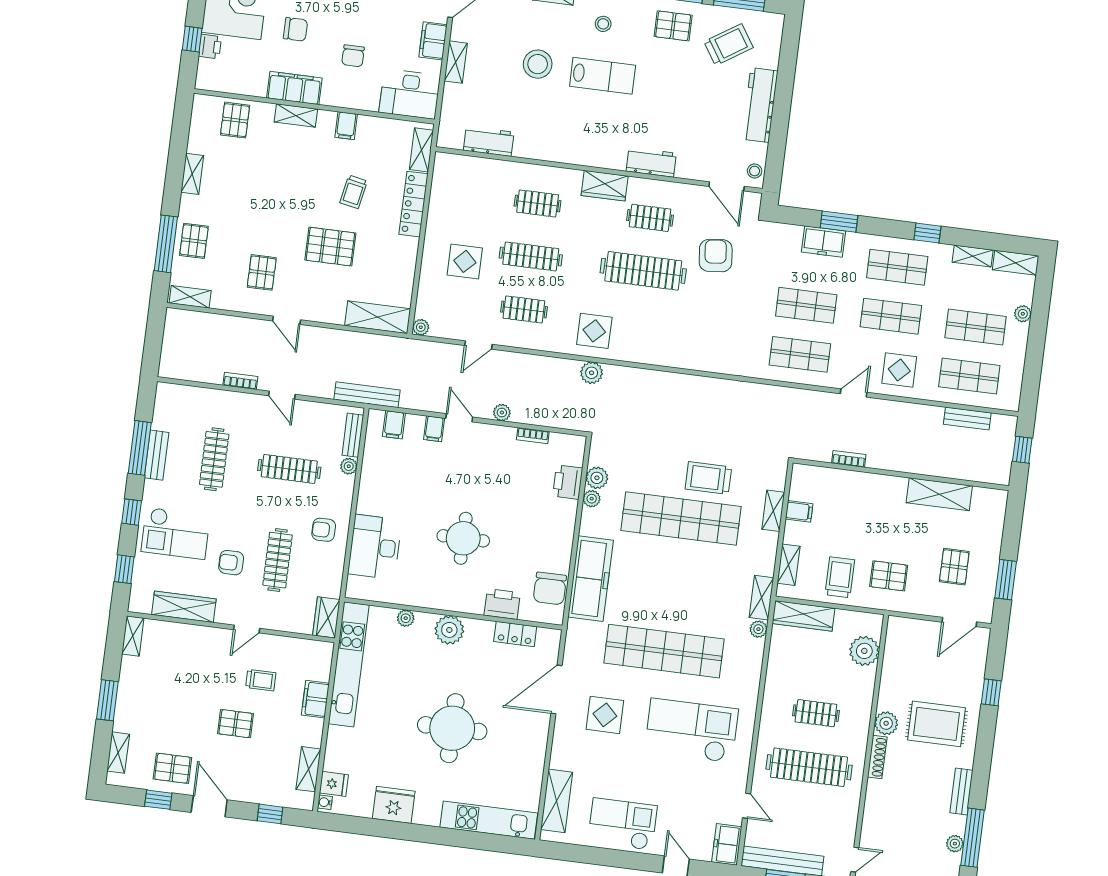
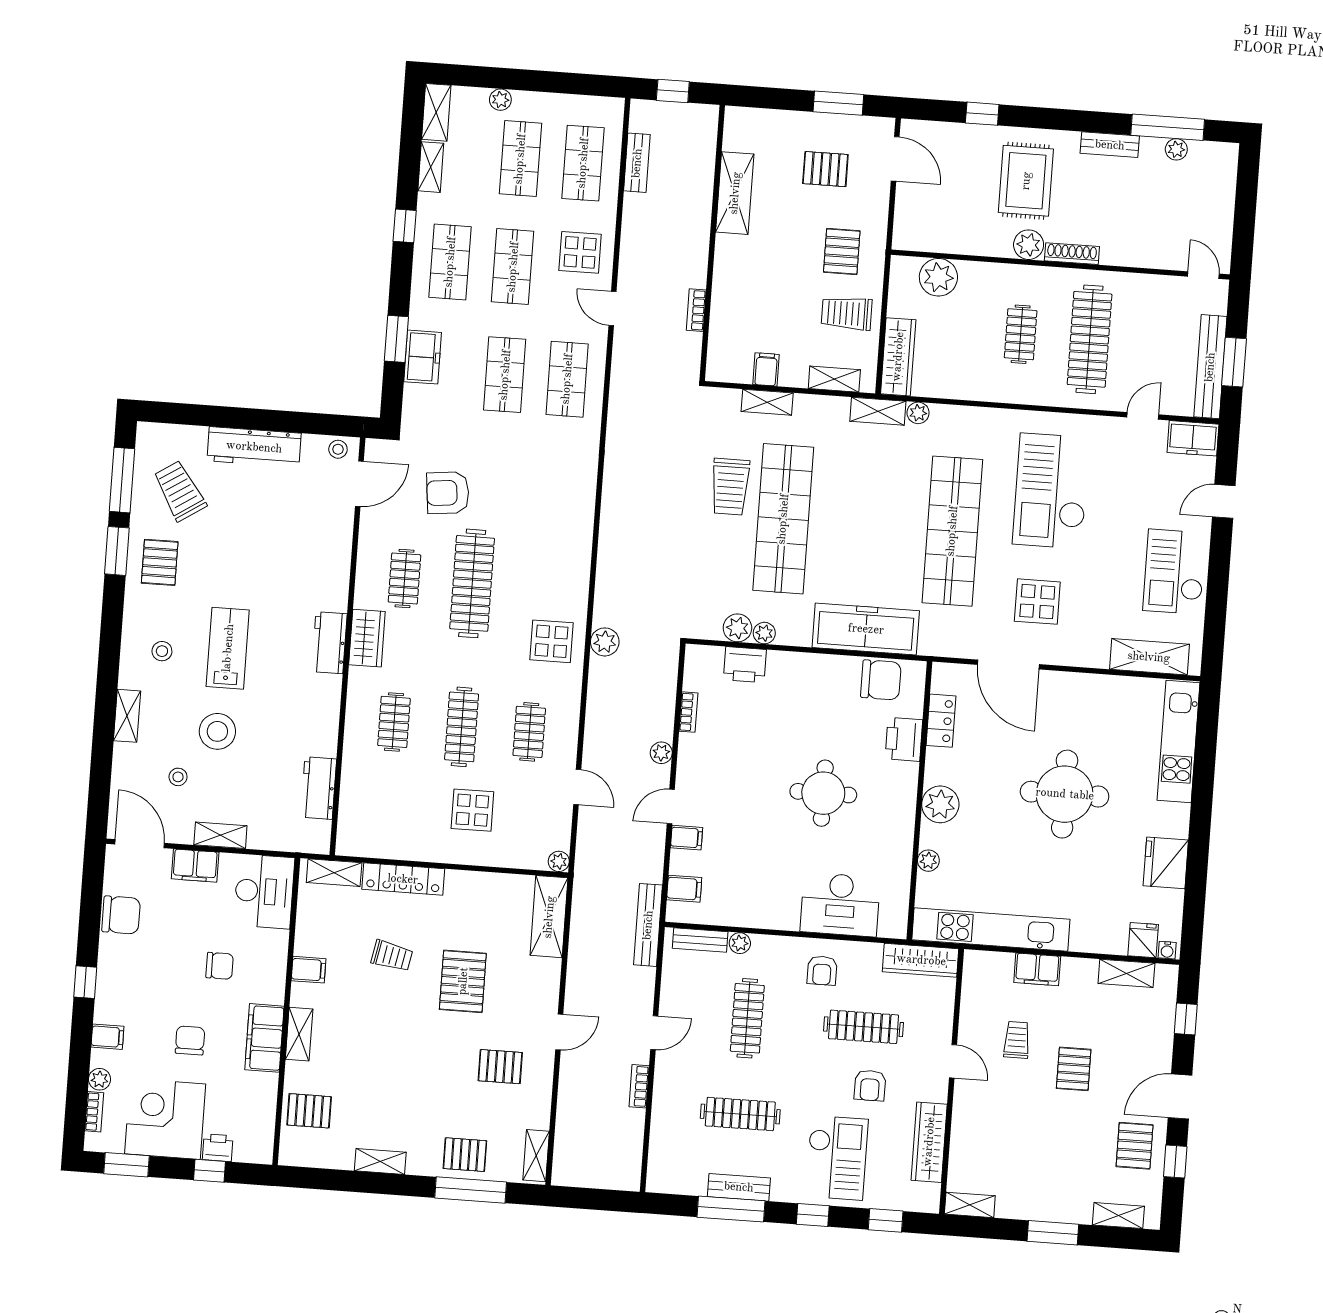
stool: (503, 31) -> (178, 777), added
workbench: (651, 162) -> (329, 643), moved
wardrobe: (326, 617) -> (921, 960), width x1.50

